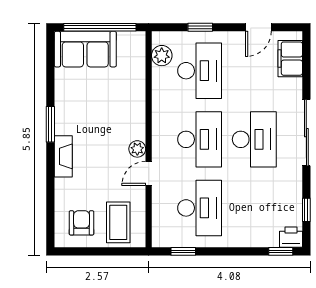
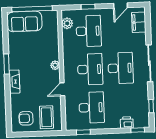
plant: (137, 149) -> (55, 65), moved
armchair: (82, 223) -> (26, 118), turned -90
printer: (291, 237) -> (127, 122), moved

